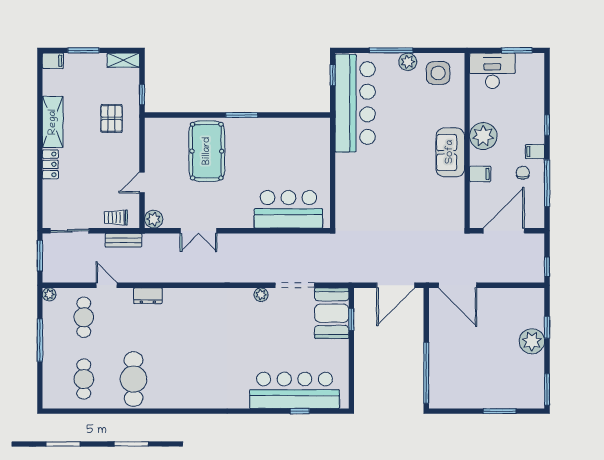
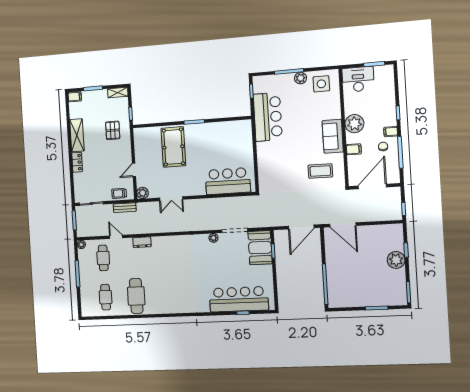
bar counter: (355, 103) -> (268, 117), width x0.73
coffee table: (429, 203) -> (320, 171), added

